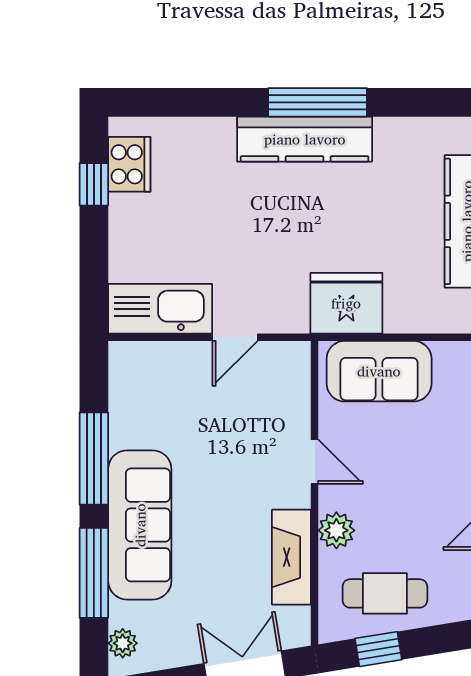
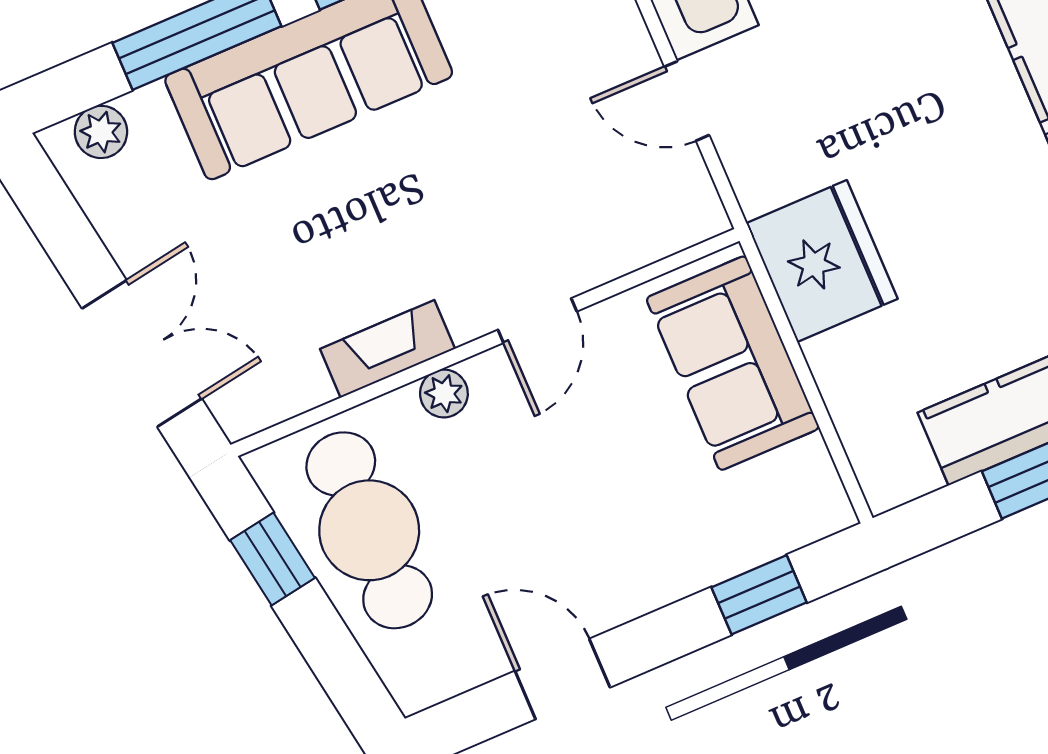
plant: (336, 530) -> (444, 394), width x0.73, depth x0.73
fireplace: (291, 557) -> (388, 349), width x0.73, depth x0.76
cafe table: (385, 593) -> (369, 530), width x1.37, depth x1.35

